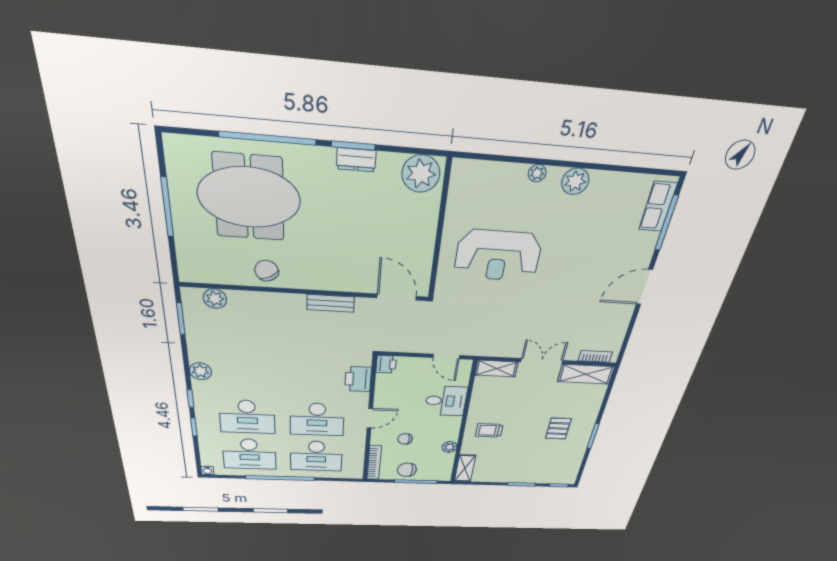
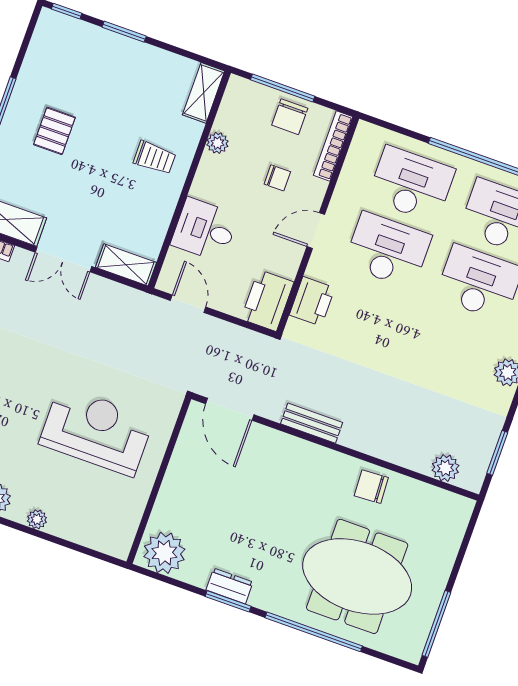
window: (167, 207) -> (436, 624), moved
chair: (267, 271) -> (371, 487), turned 116
printer: (386, 364) -> (267, 300), width x1.87, depth x1.48
chair: (407, 470) -> (290, 117), turned 90

